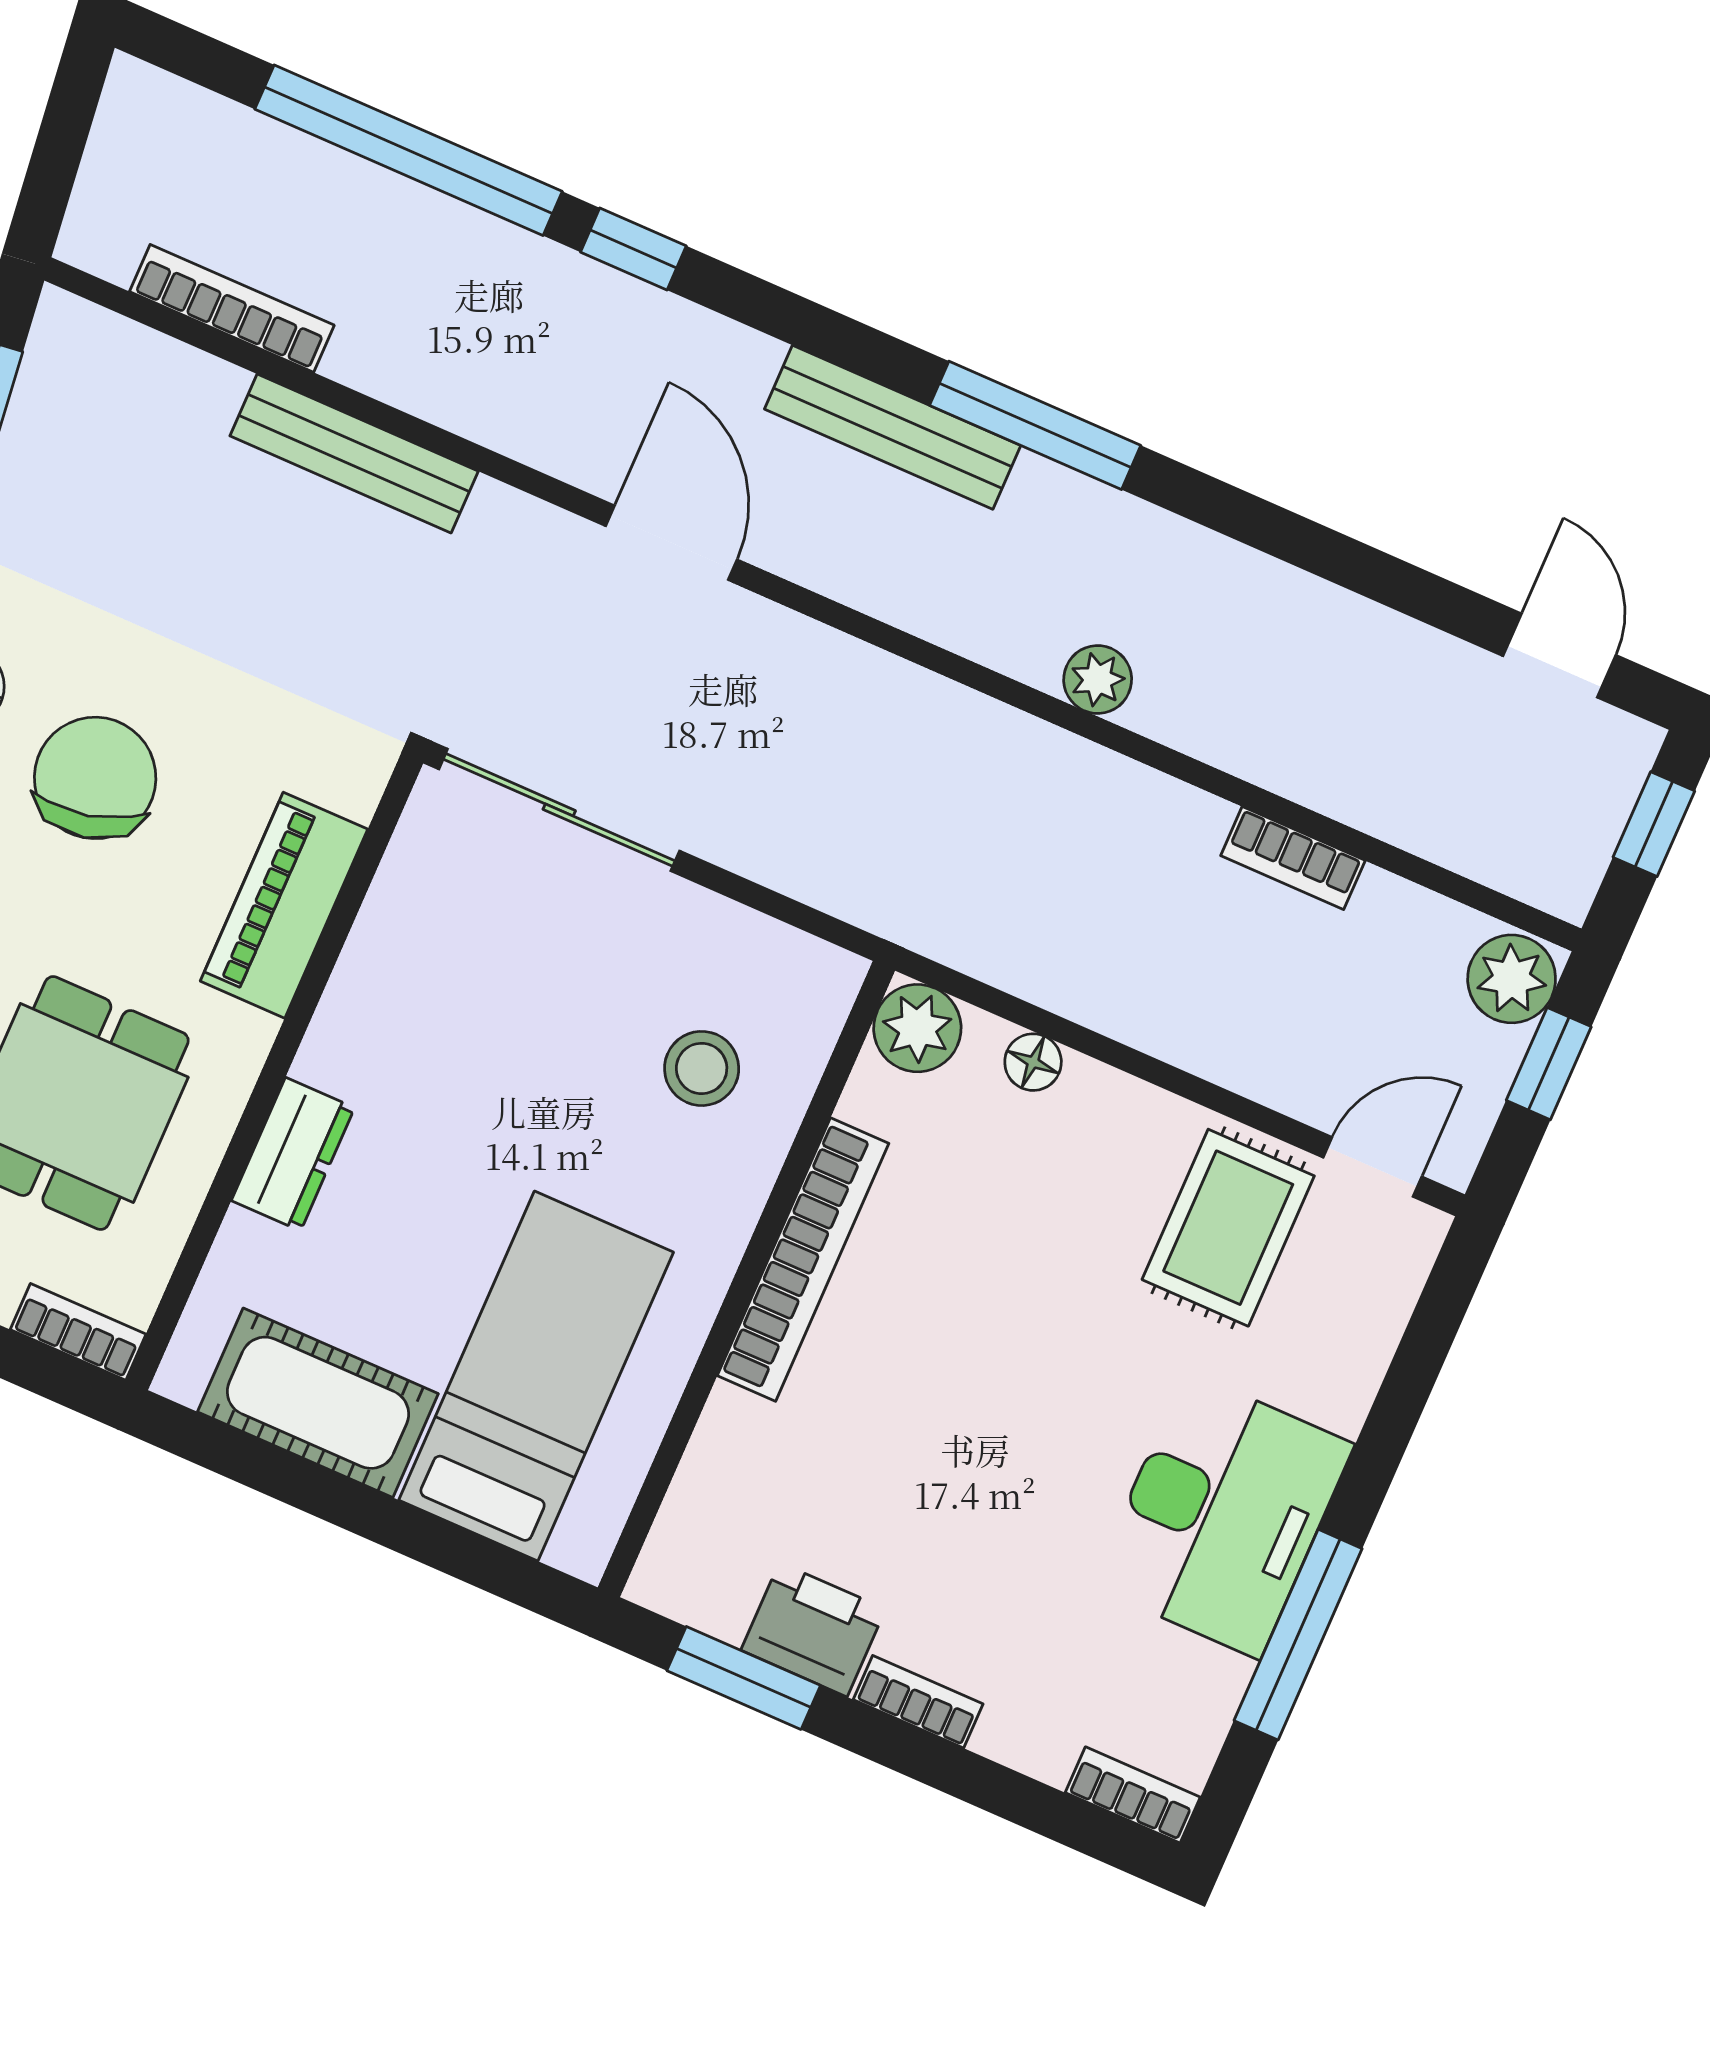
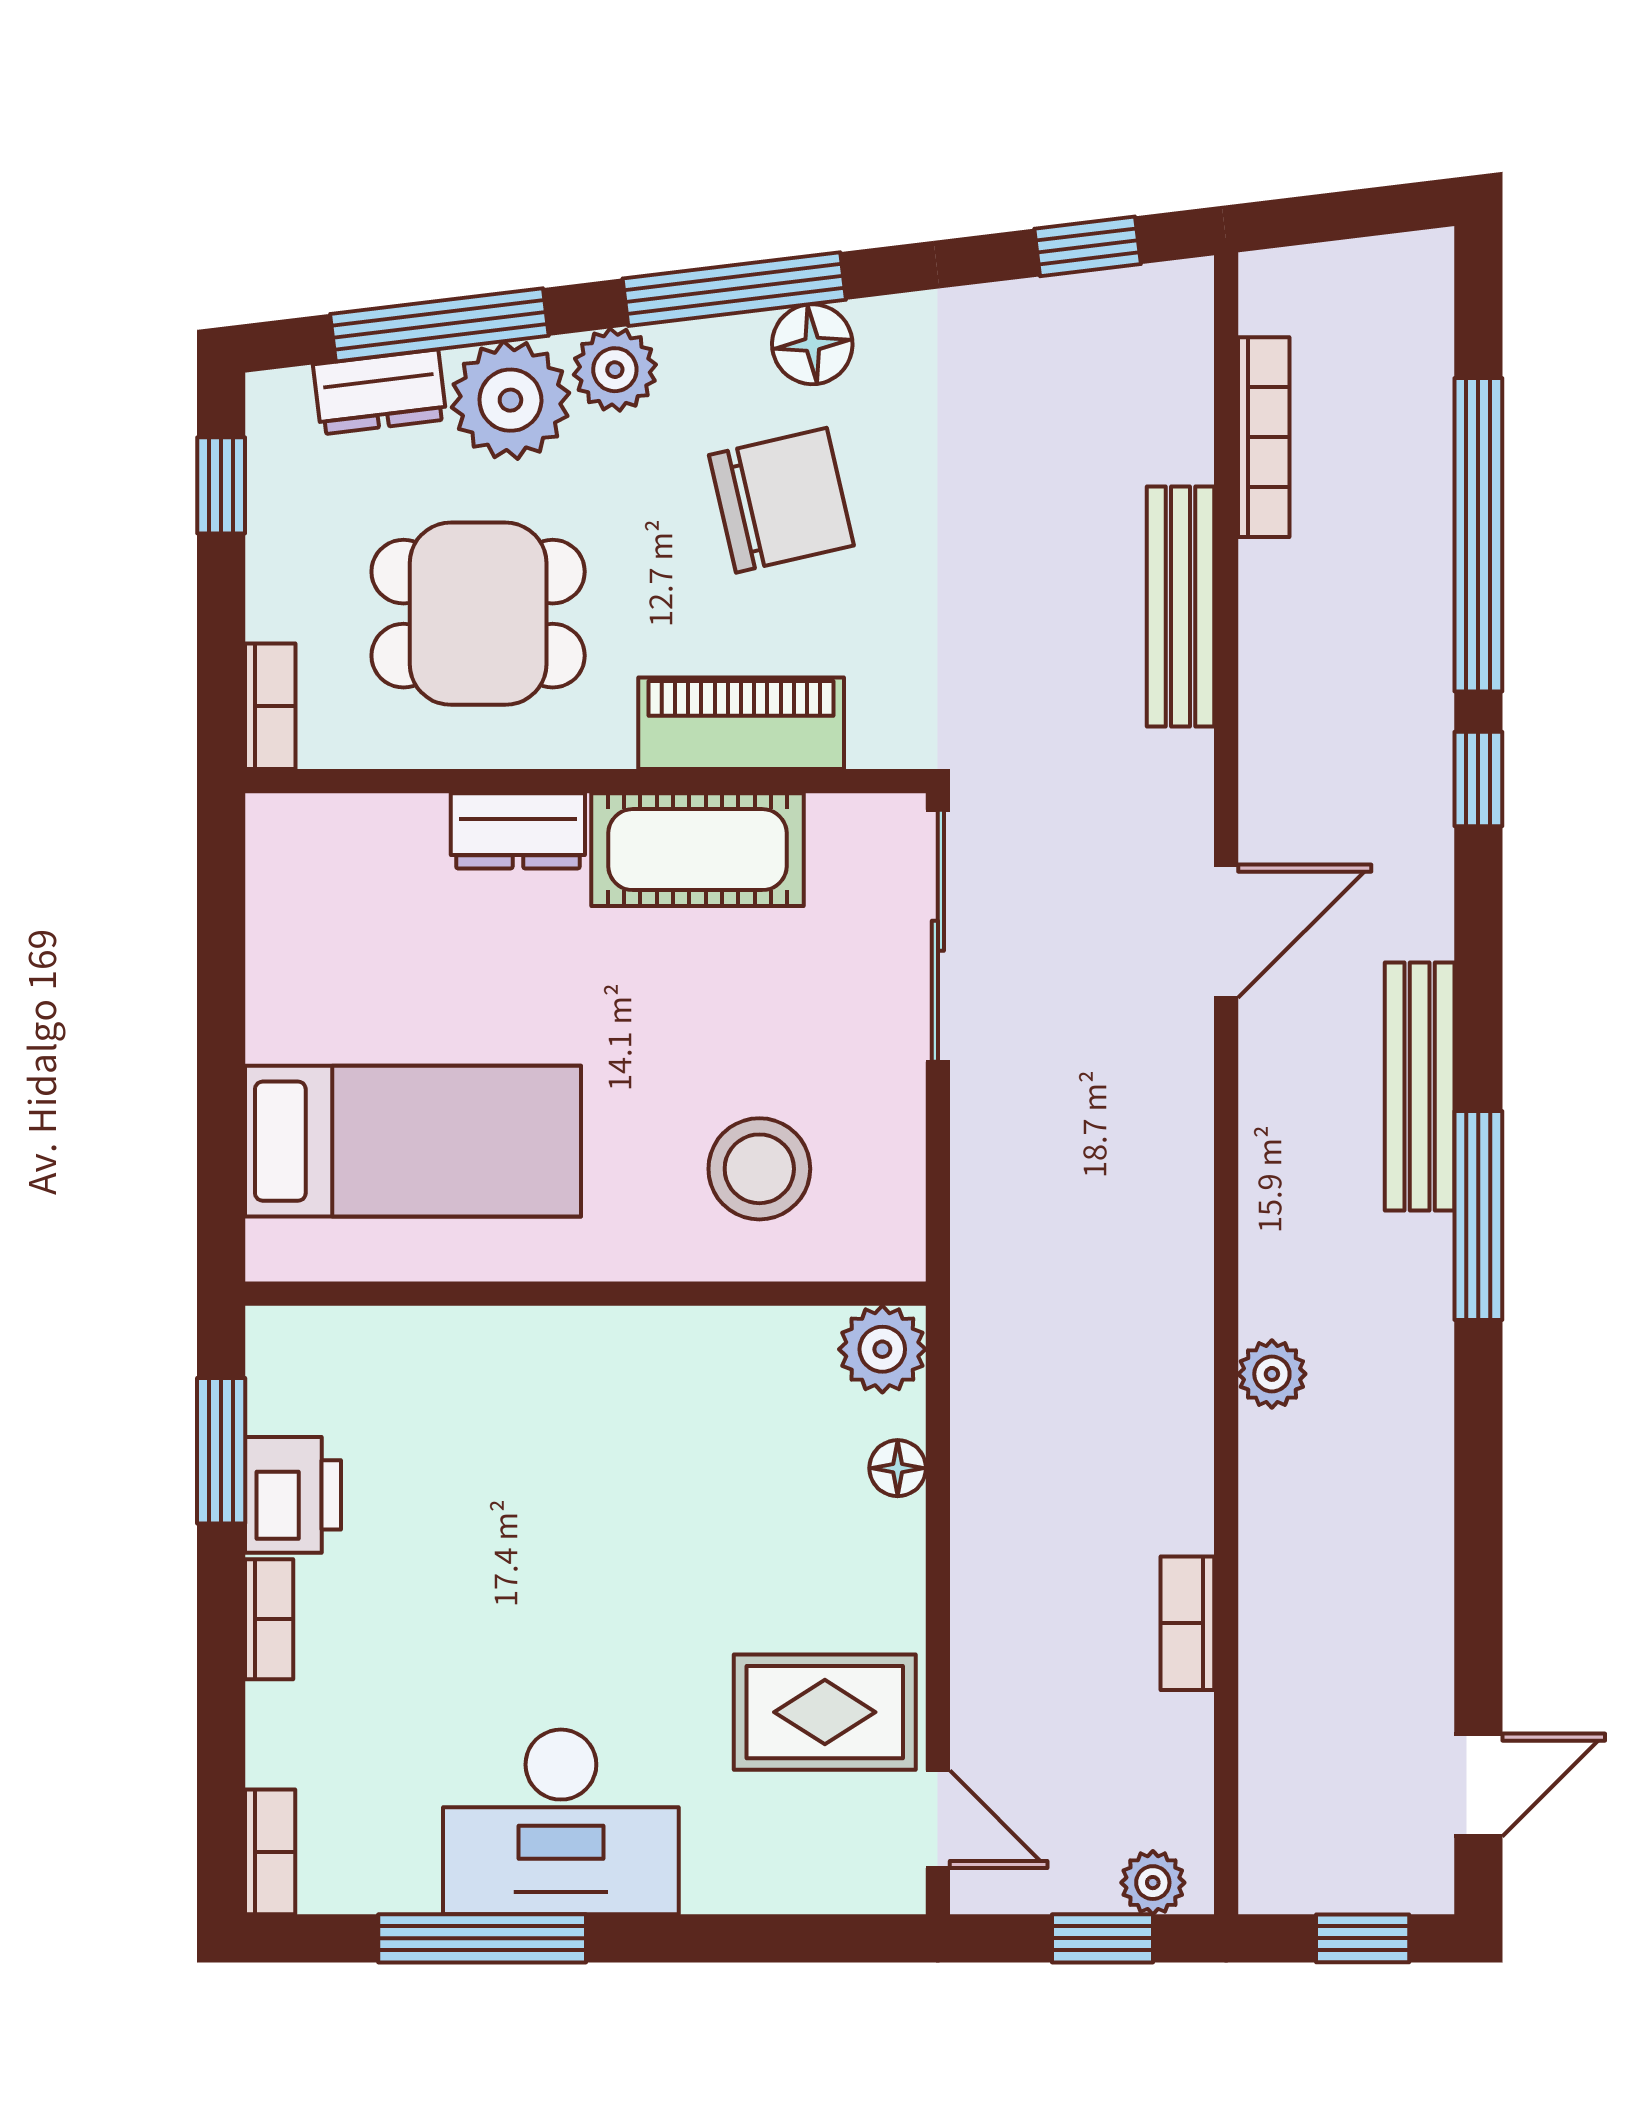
plant: (1512, 979) -> (1153, 1883), width x0.73, depth x0.73
stool: (702, 1068) -> (759, 1169), width x1.38, depth x1.38
bookcase: (803, 1260) -> (626, 1338), removed
cot: (318, 1403) -> (697, 850), moved, turned 90

